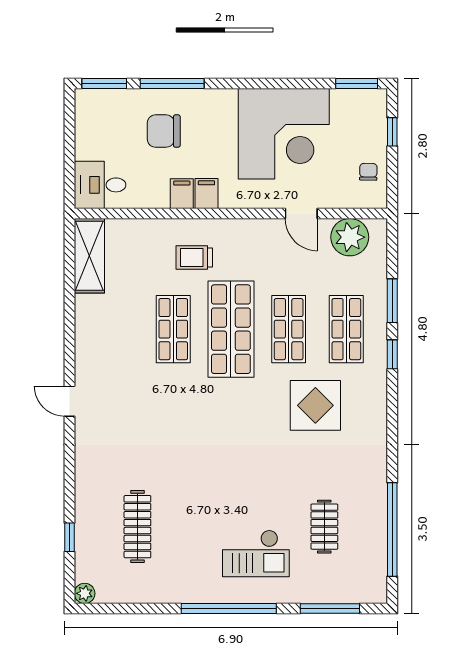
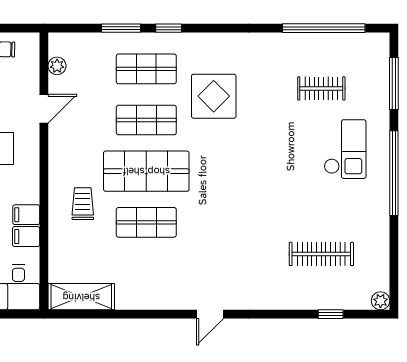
filing cabinet: (206, 194) -> (26, 237), moved
plant: (350, 237) -> (57, 66), width x0.53, depth x0.53
trolley: (194, 257) -> (83, 204), turned 180

